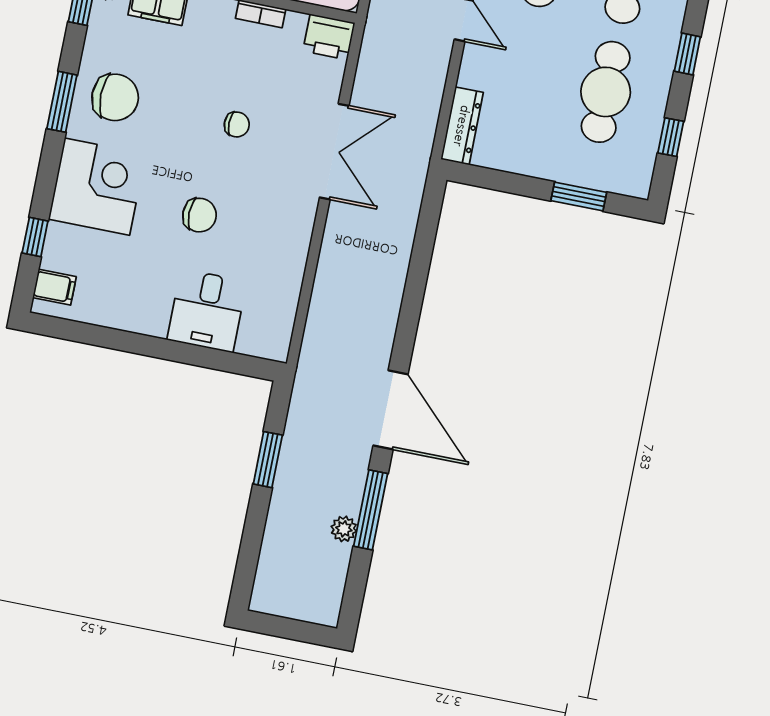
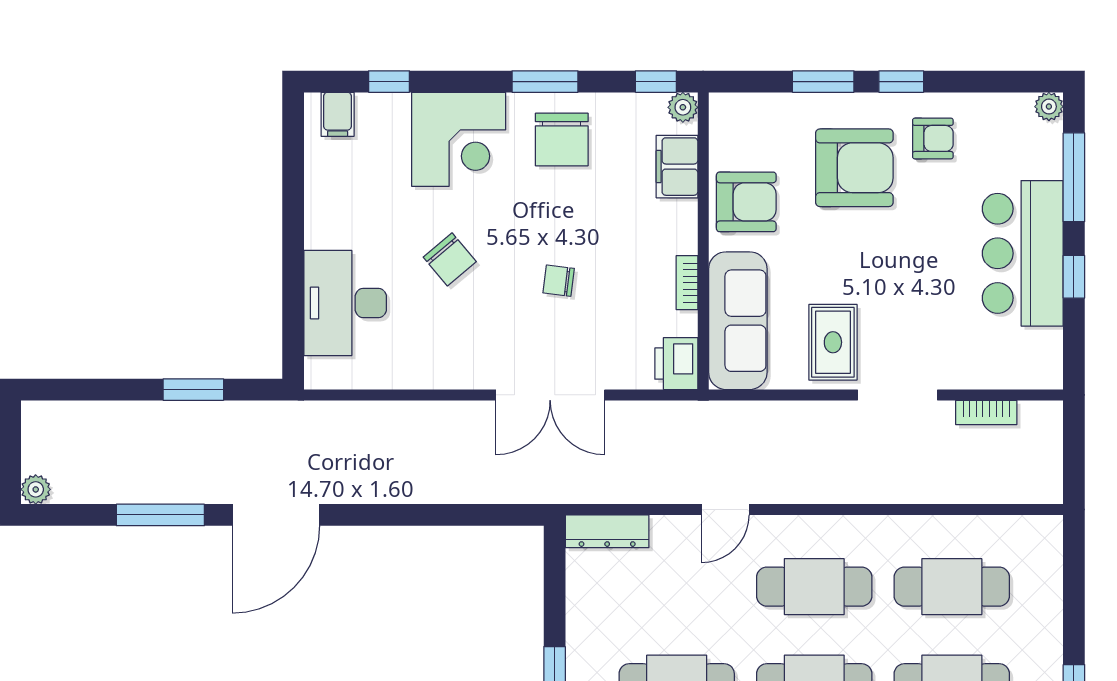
chair: (237, 124) -> (559, 281), turned 97
chair: (199, 215) -> (450, 259), turned -40
desk: (207, 311) -> (345, 303), width x1.37
plant: (344, 529) -> (36, 489), moved

